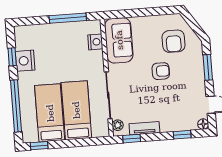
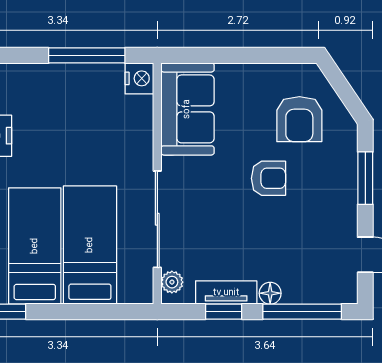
nightstand: (95, 42) -> (139, 78), moved
floor lamp: (203, 124) -> (270, 293), moved
window: (182, 135) -> (302, 312), width x2.17
window: (132, 139) -> (224, 312), moved

